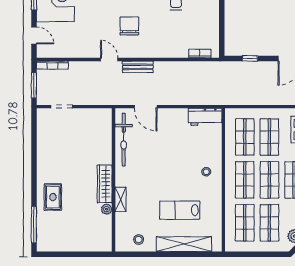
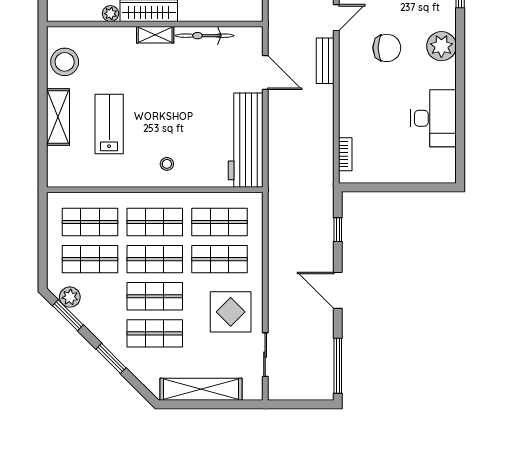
door: (146, 107) -> (265, 73), swing flipped
workbench: (205, 117) -> (246, 140), width x1.88, depth x1.32
bicycle: (124, 140) -> (205, 36), width x0.73, depth x0.71
shelving: (121, 199) -> (155, 35), moved
stool: (139, 240) -> (65, 62), width x1.89, depth x1.89
shelving: (184, 244) -> (58, 117), width x0.68

